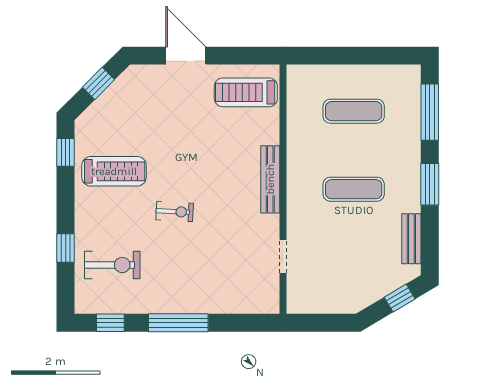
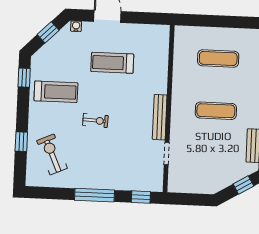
water cooler: (140, 72) -> (76, 26), added
treadmill: (246, 92) -> (112, 63), moved
bench: (270, 179) -> (160, 117), moved
exercise bike: (112, 265) -> (52, 154), turned -114
window: (110, 323) -> (141, 197), moved

